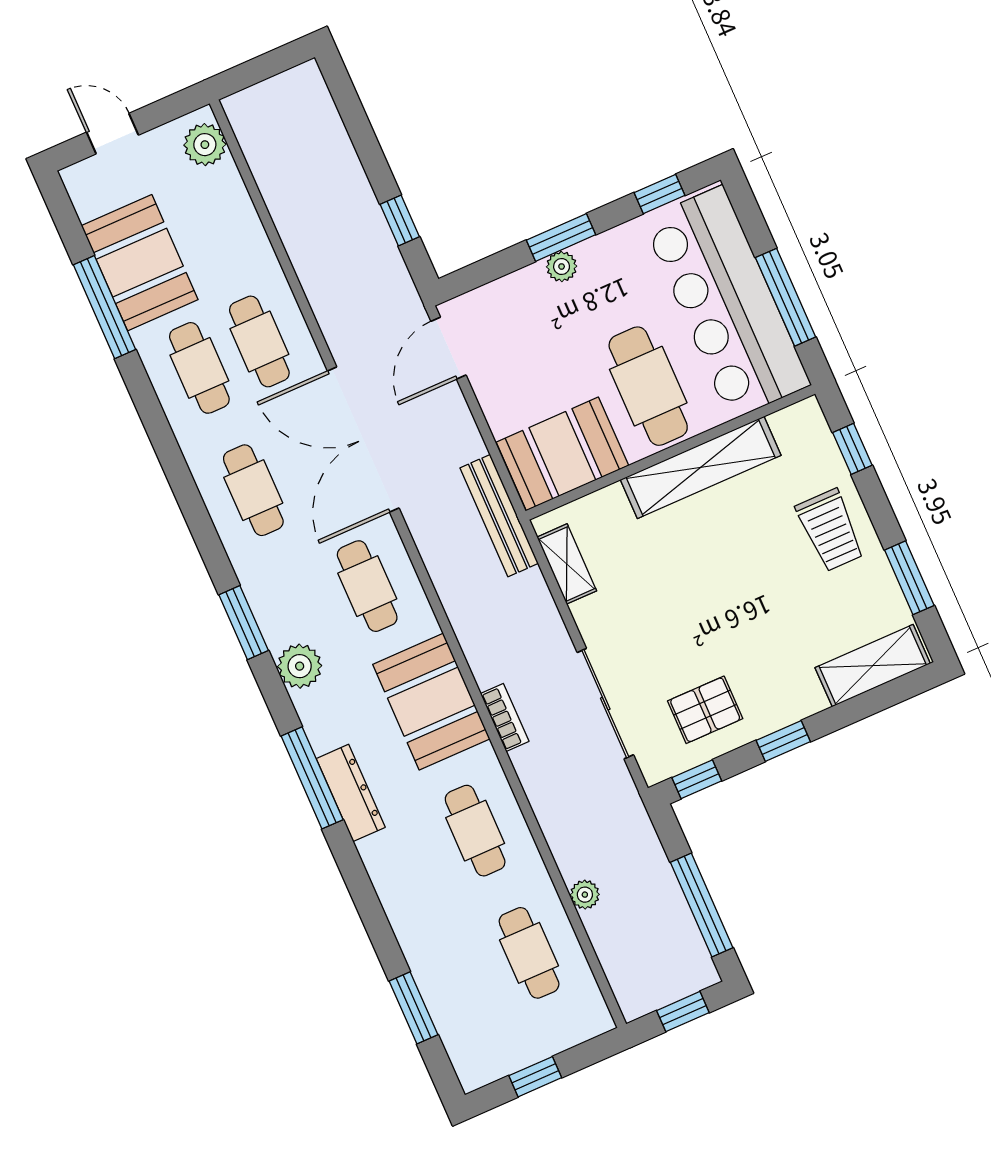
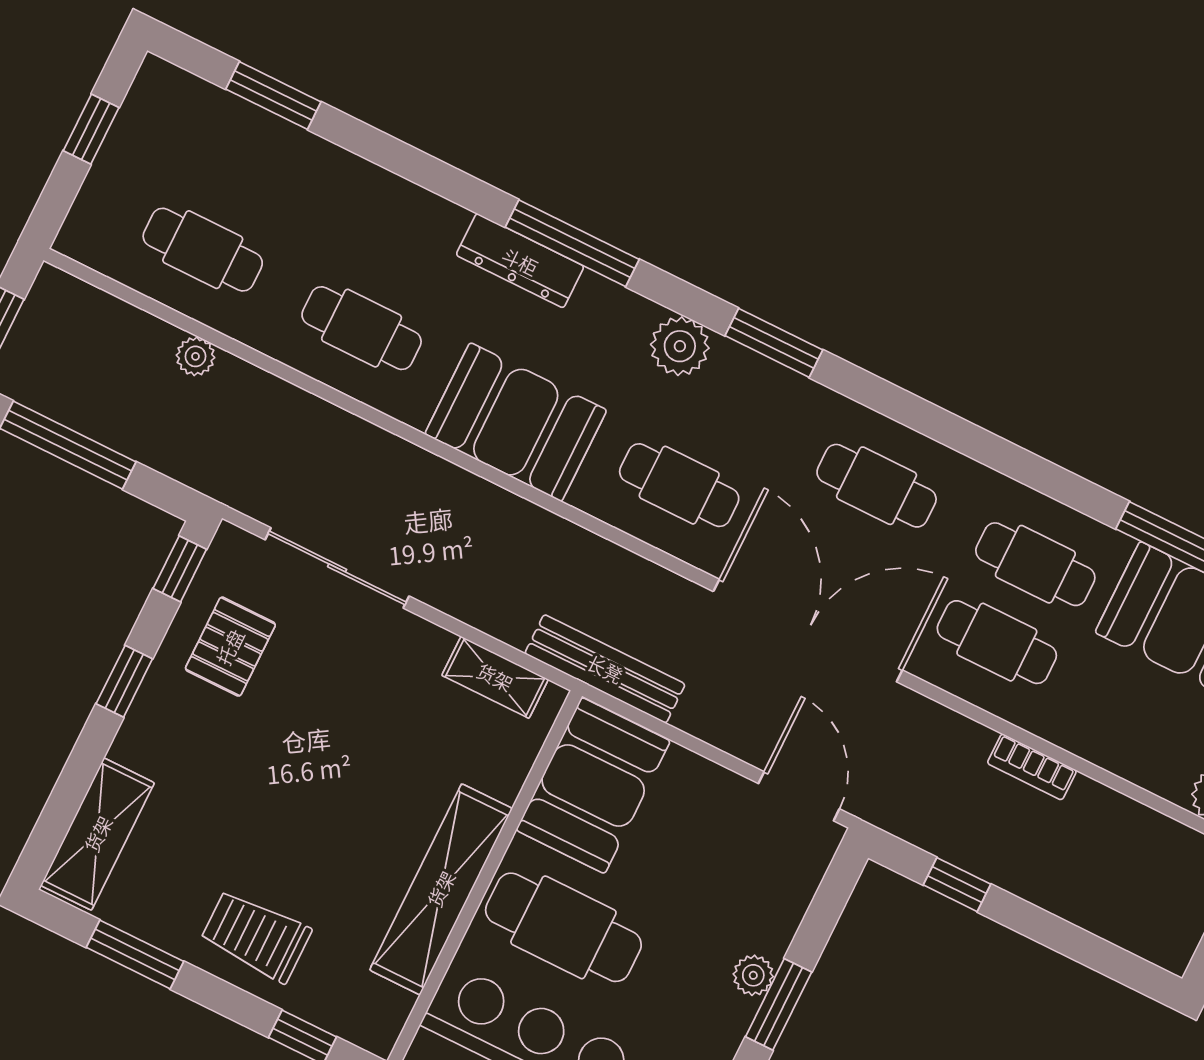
bookcase: (505, 718) -> (1032, 767), moved

